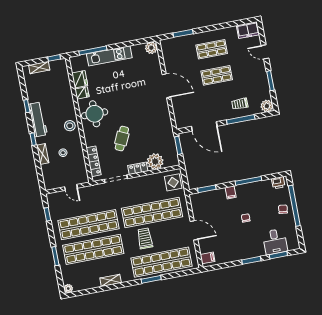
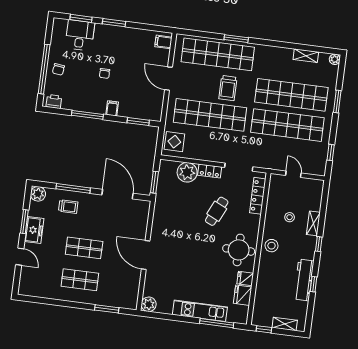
freezer: (248, 30) -> (34, 230), moved, turned 90
workbench: (38, 119) -> (304, 280), moved
shelving: (111, 280) -> (306, 56), moved

